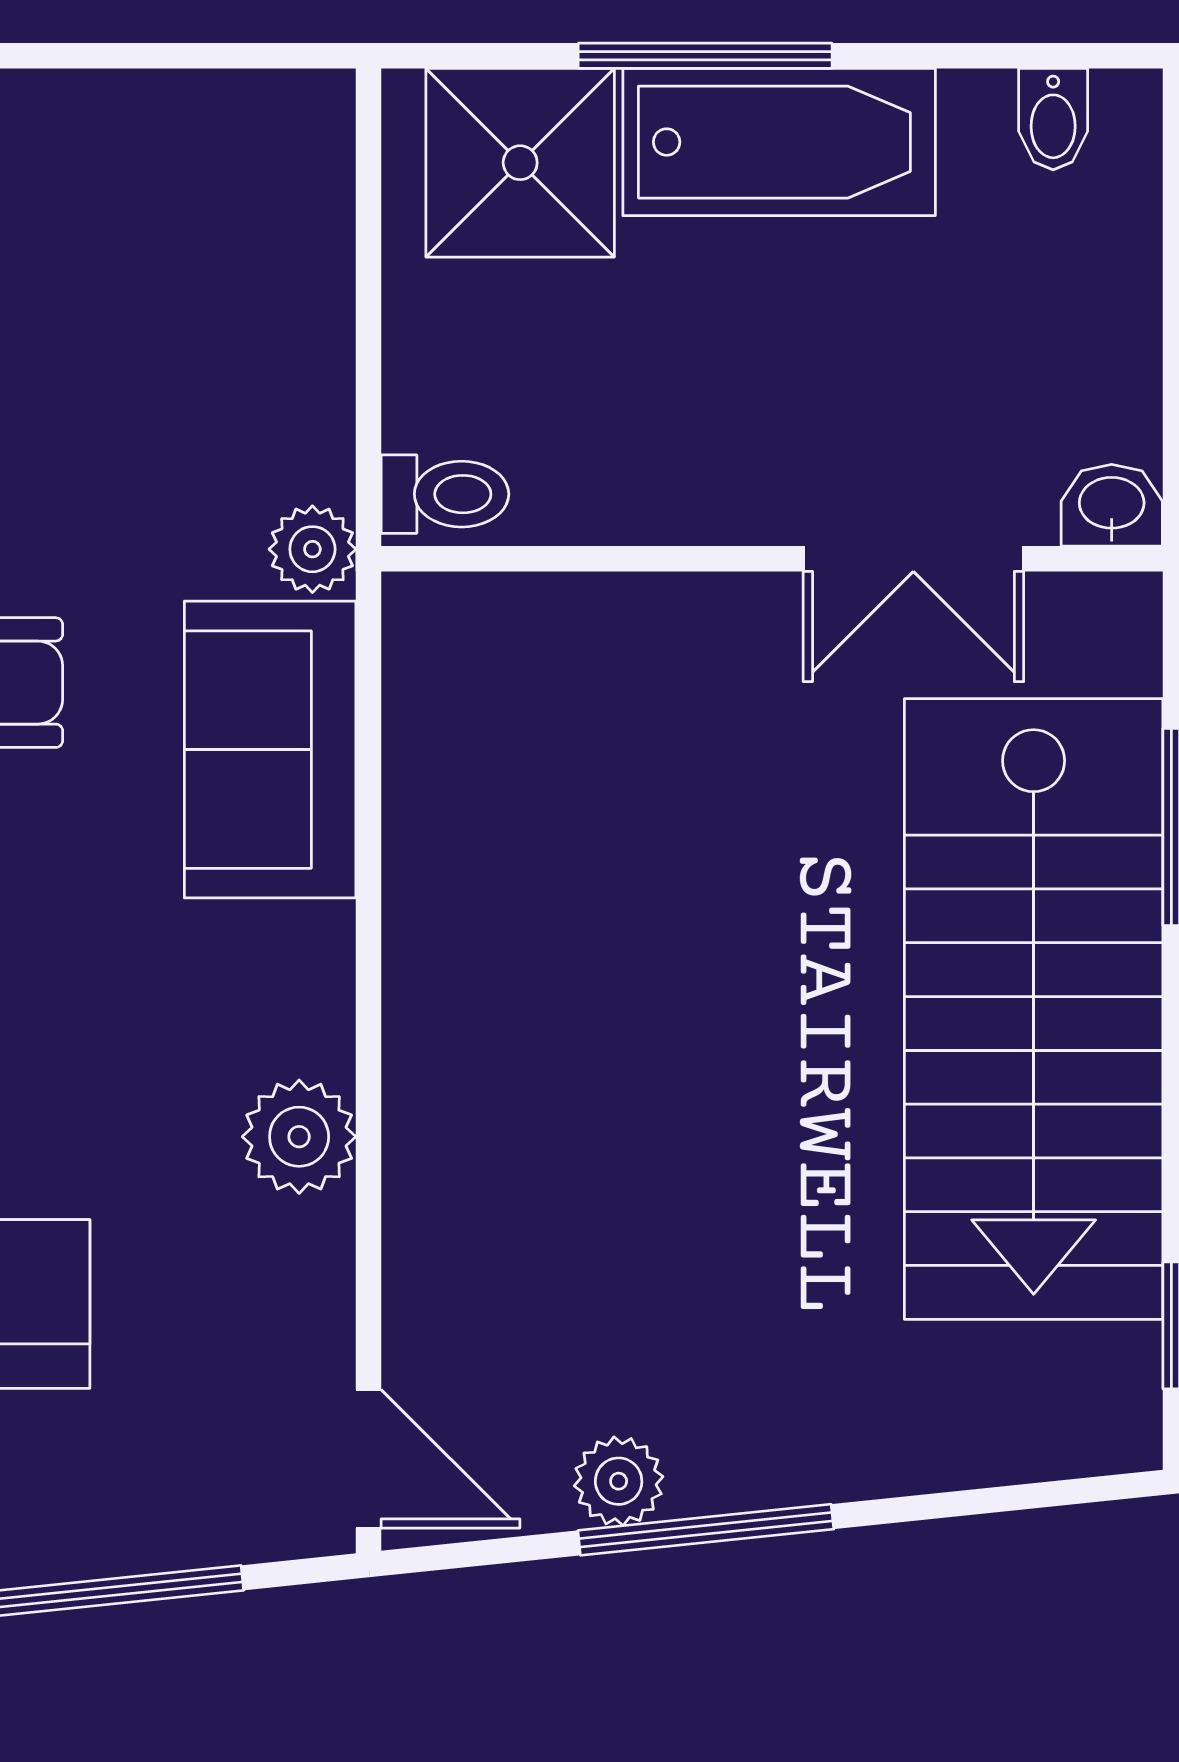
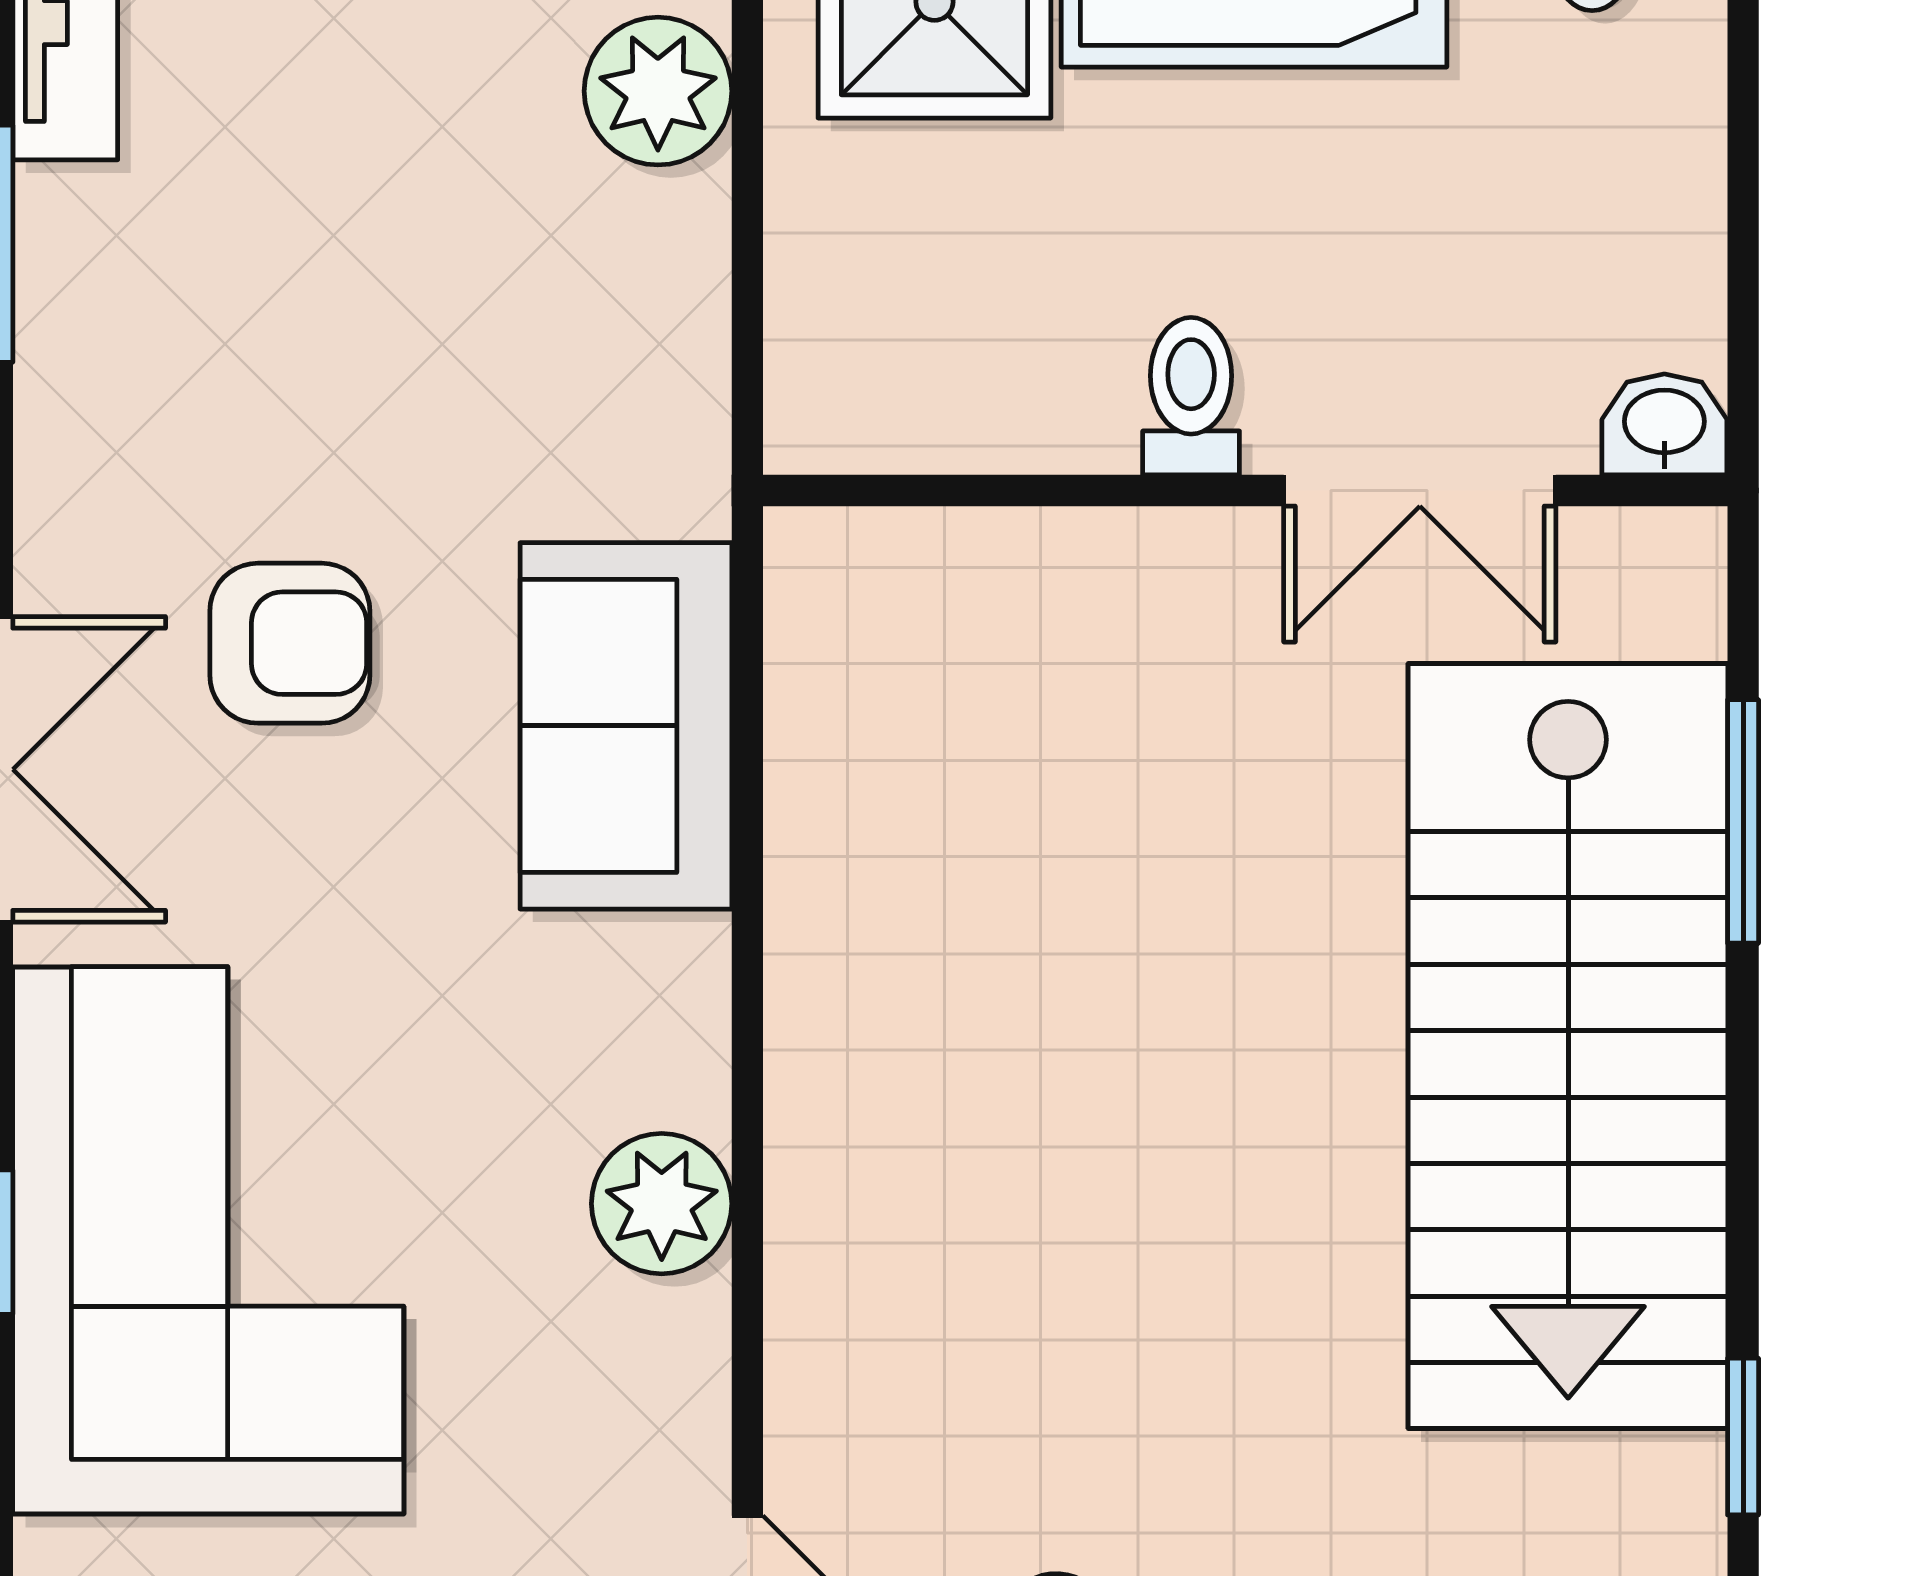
toilet: (445, 494) -> (1191, 396), moved, turned -90
plant: (312, 549) -> (658, 91), moved, width x1.38, depth x1.38

